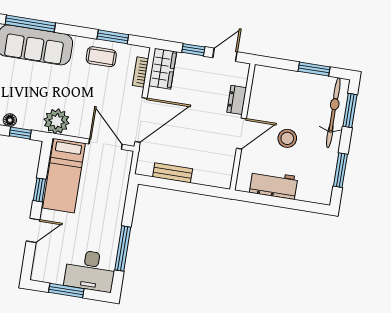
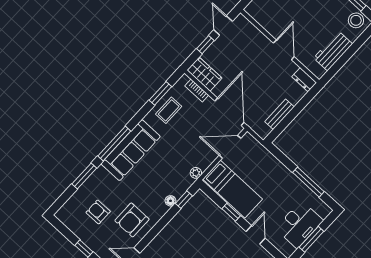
dresser: (237, 100) -> (304, 80), moved
plant: (57, 121) -> (196, 173), width x0.53, depth x0.53
stool: (287, 138) -> (356, 20), moved
desk: (90, 271) -> (299, 224), moved

